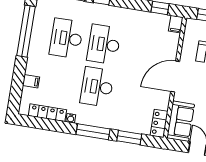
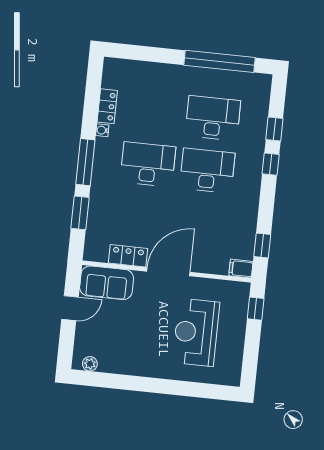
door: (175, 76) -> (168, 272), hinge flipped
filing cabinet: (31, 81) -> (151, 72), removed
locker: (47, 113) -> (107, 106), width x0.66
locker: (159, 123) -> (128, 256), moved

